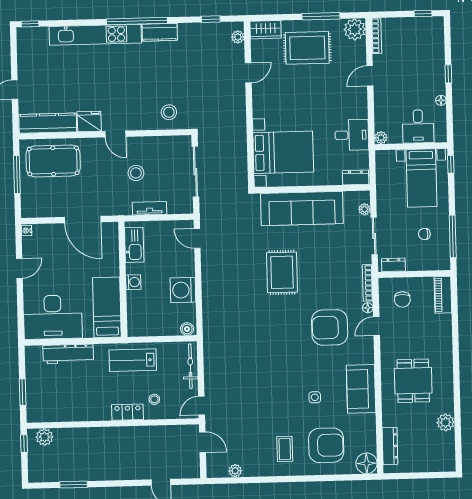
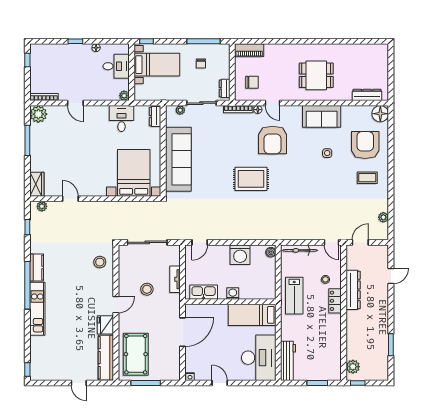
kitchen unit: (95, 35) -> (37, 309), width x0.73
rug: (307, 48) -> (52, 152), removed
rug: (282, 272) -> (251, 179), moved
workbench: (68, 354) -> (288, 361), moved
plant: (446, 422) -> (350, 51), removed
dresser: (142, 435) -> (353, 290), added

